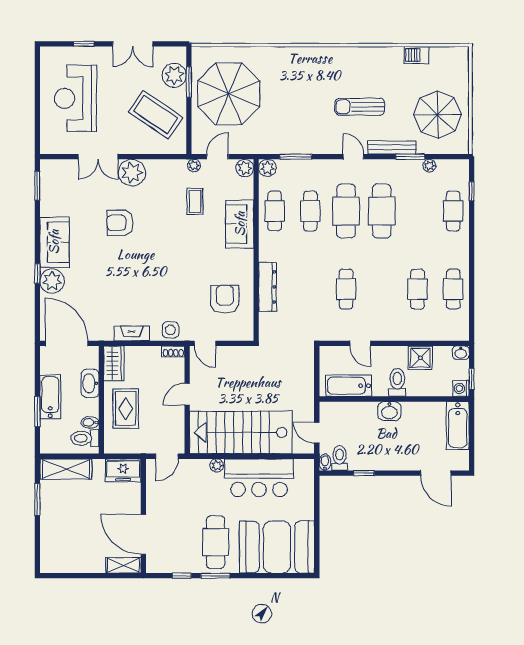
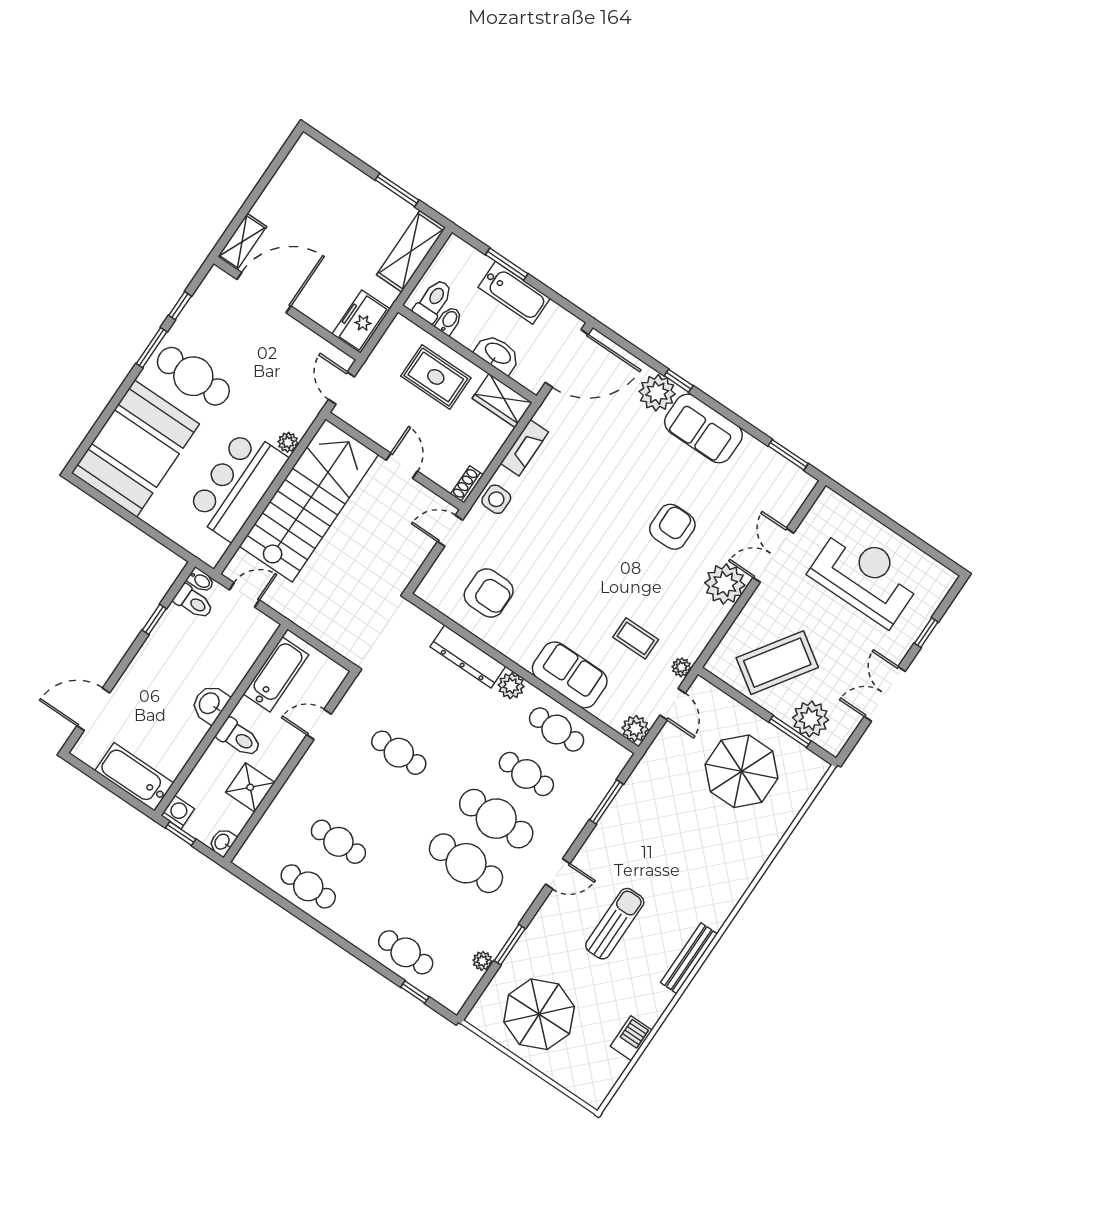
parasol: (229, 94) -> (742, 771), width x0.73, depth x0.73
bench: (392, 147) -> (689, 958), moved
plant: (267, 168) -> (511, 686), moved

